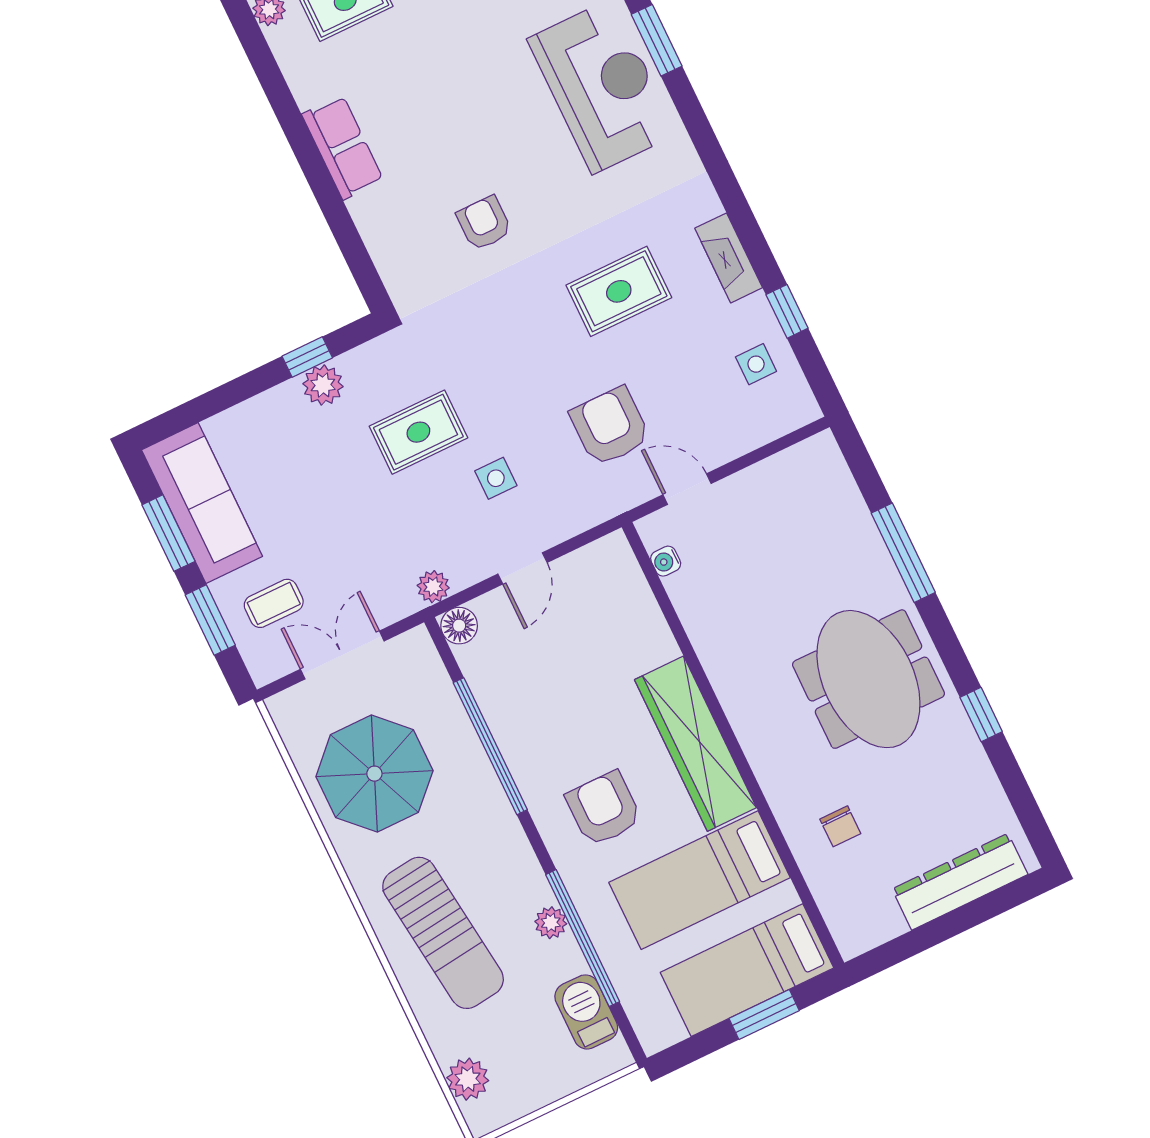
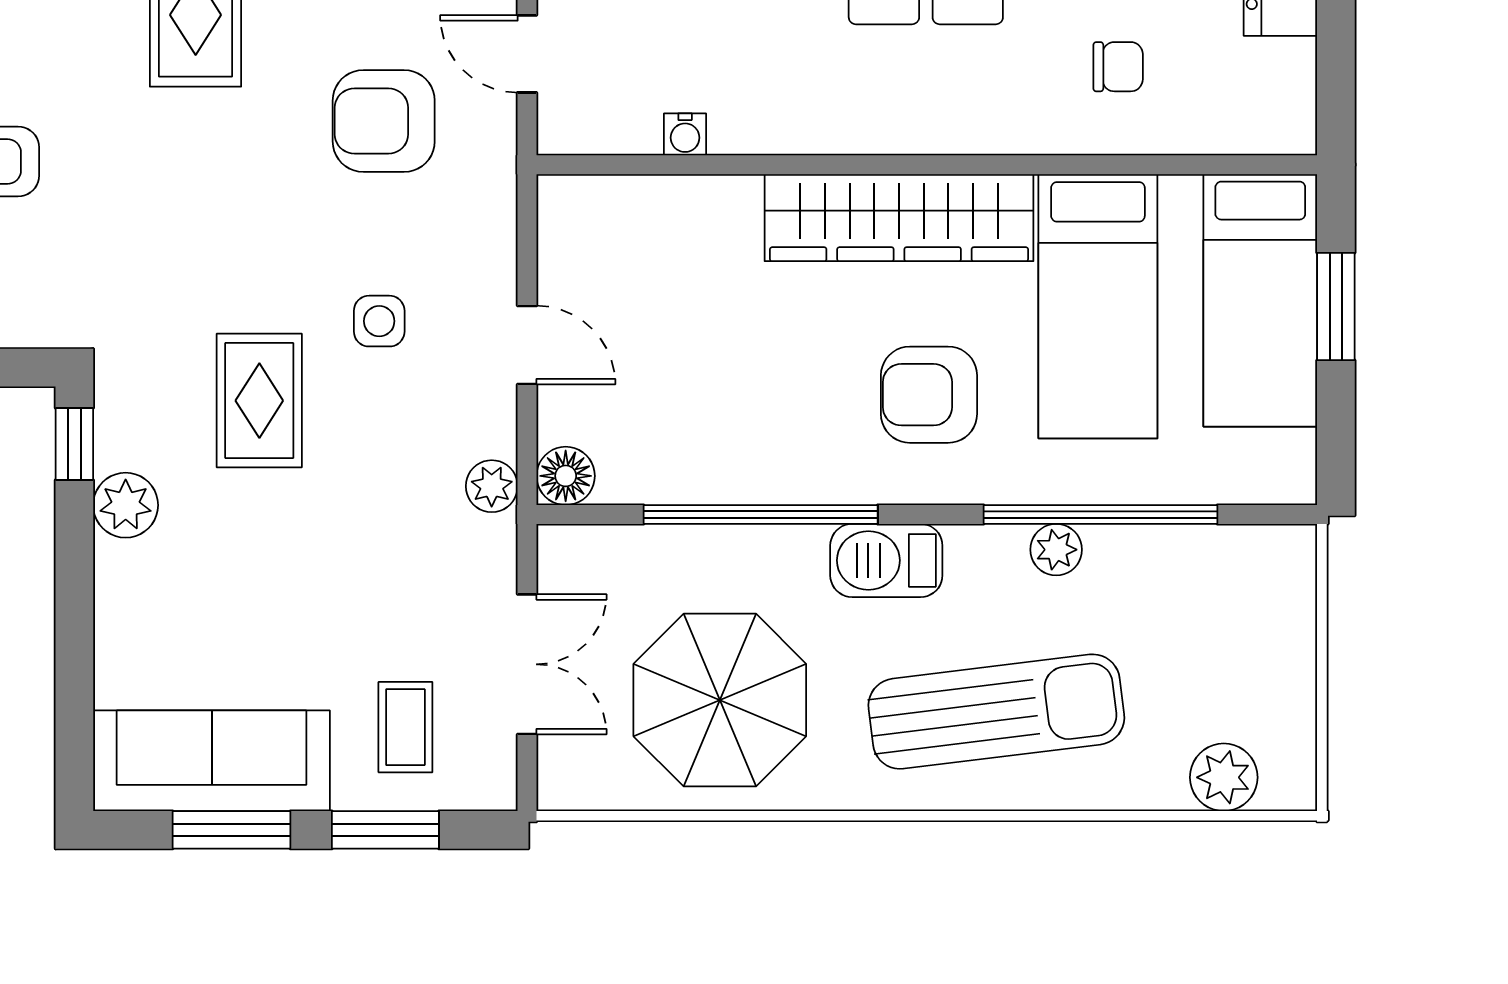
window: (307, 357) -> (74, 444), moved
door: (687, 489) -> (527, 54), hinge flipped
water cooler: (666, 561) -> (685, 134), moved
double door: (342, 655) -> (527, 664), swing flipped
barbecue: (586, 1012) -> (886, 560), moved

